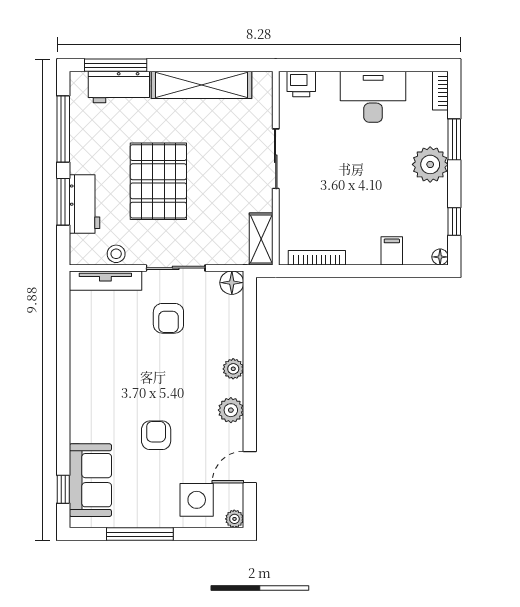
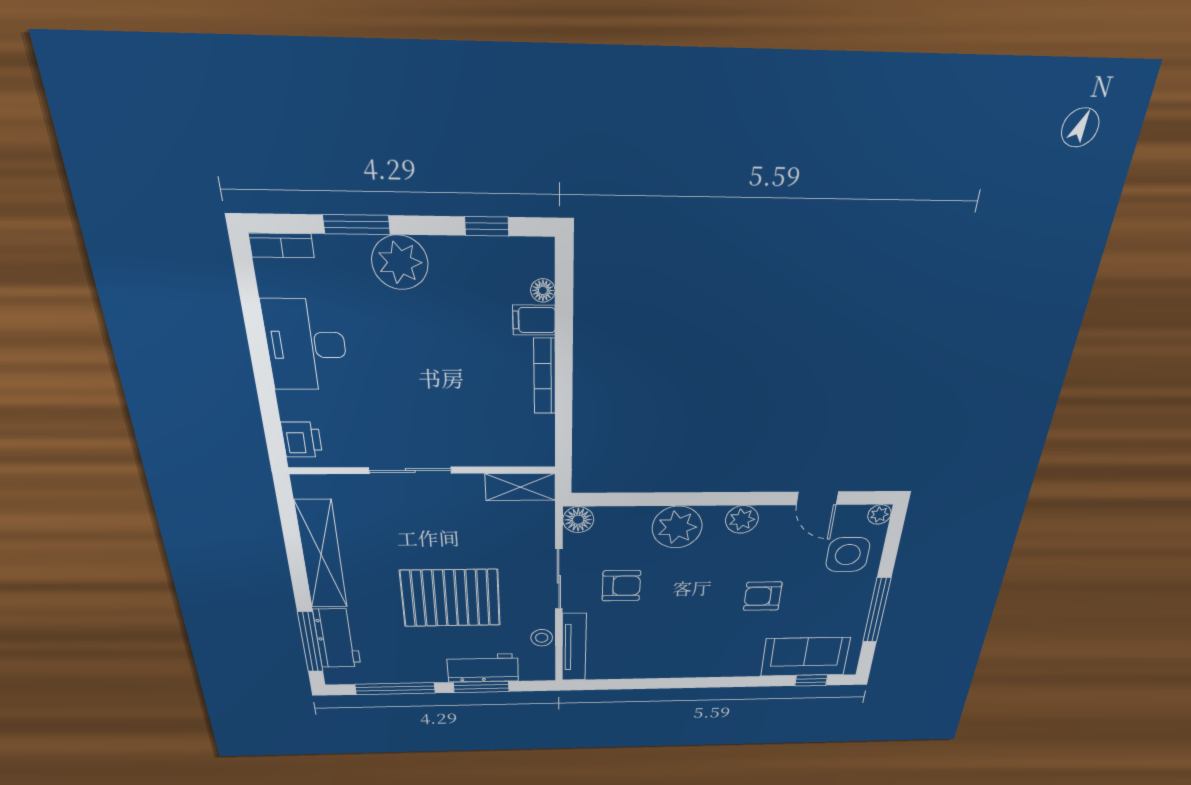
floor lamp: (440, 257) -> (543, 290), moved
bookcase: (317, 258) -> (545, 376), moved
plant: (233, 369) -> (677, 527), width x1.87, depth x1.87

